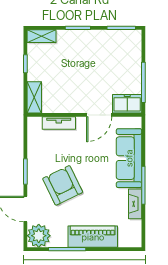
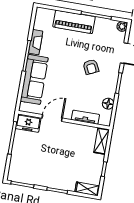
floor lamp: (34, 144) -> (108, 104), added
armchair: (63, 185) -> (91, 67), width x0.53, depth x0.53
plant: (39, 236) -> (122, 26), width x0.53, depth x0.53

